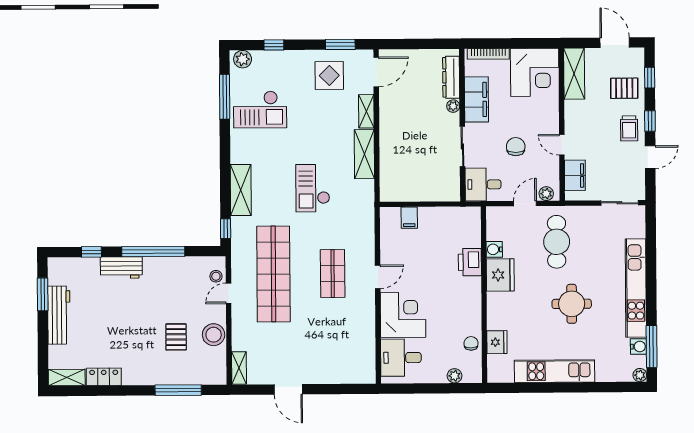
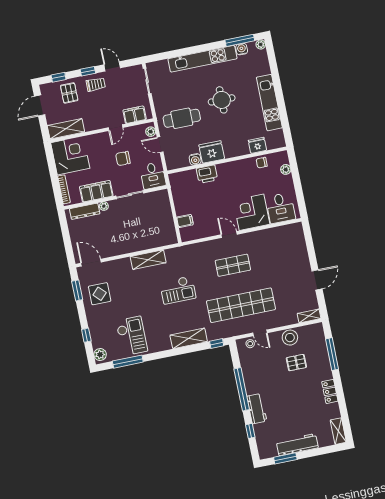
shelving: (366, 111) -> (119, 264), removed
locker: (104, 377) -> (330, 391), moved

